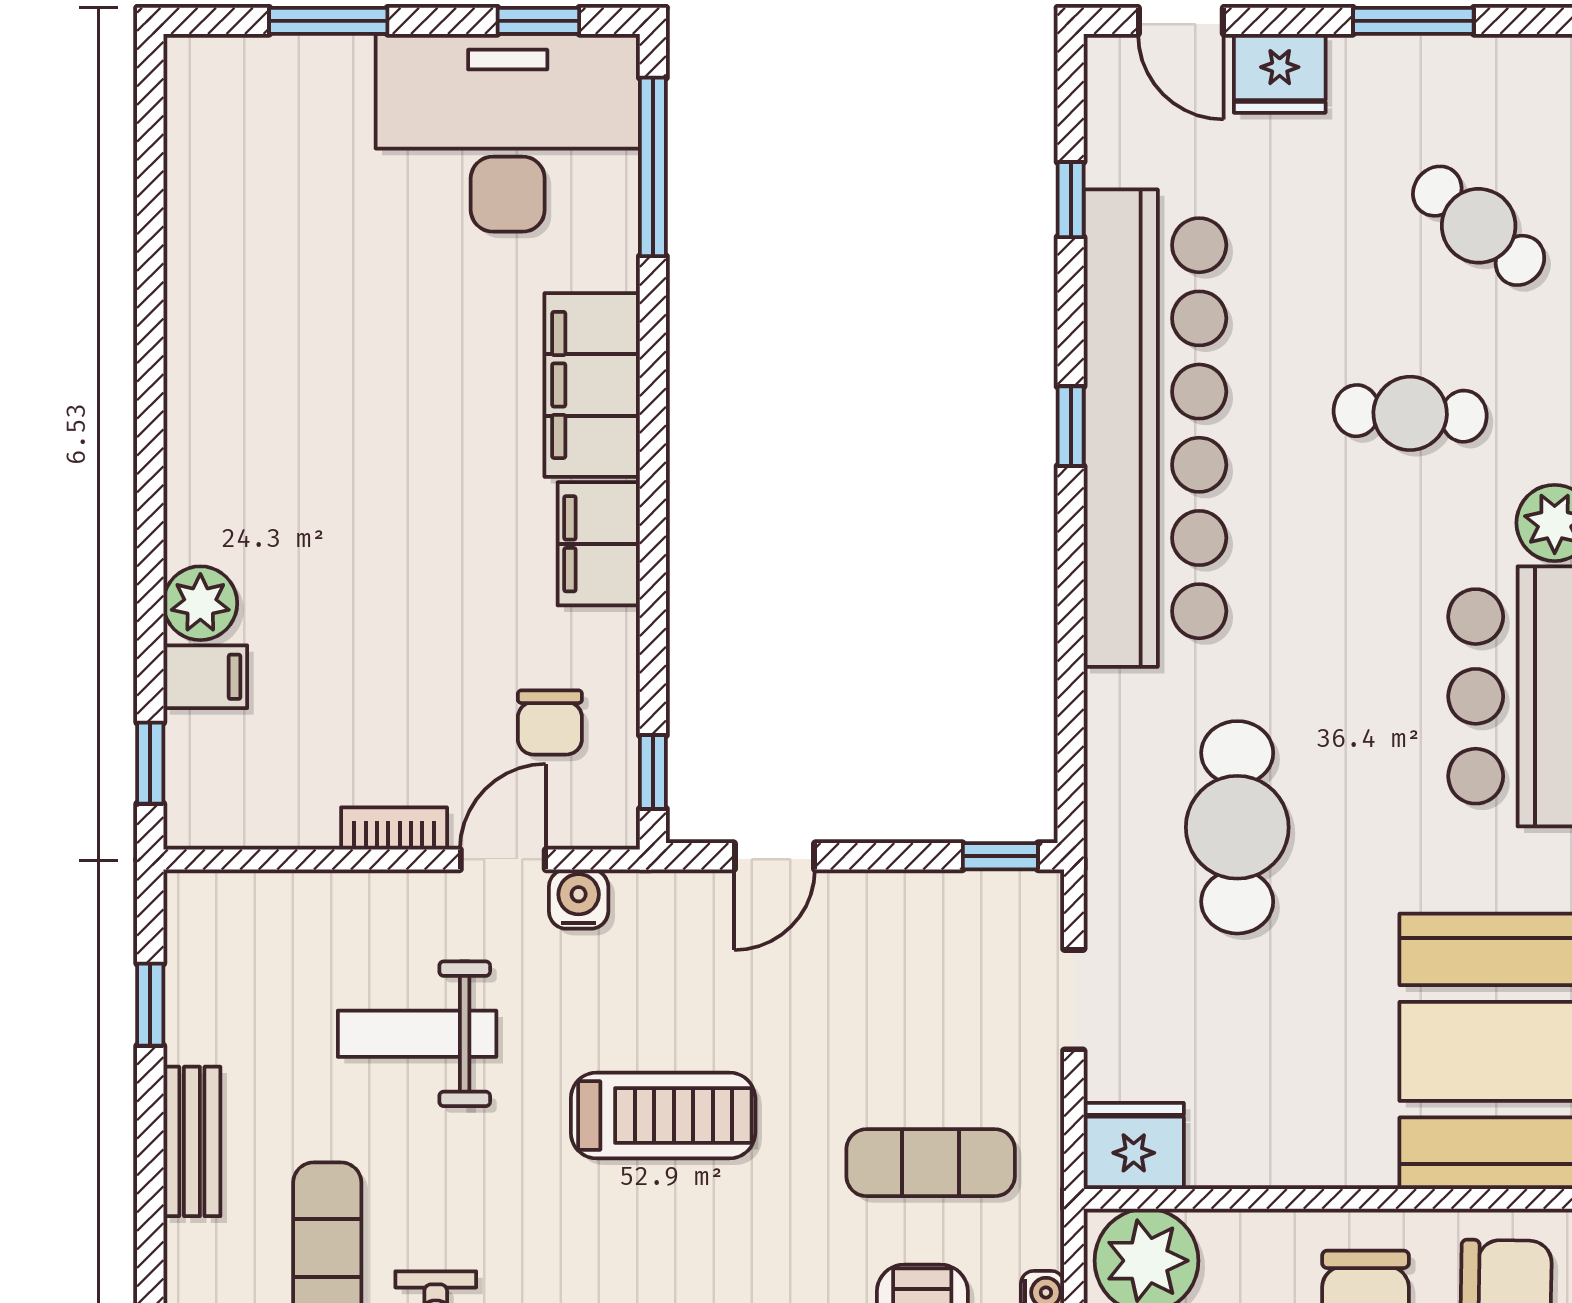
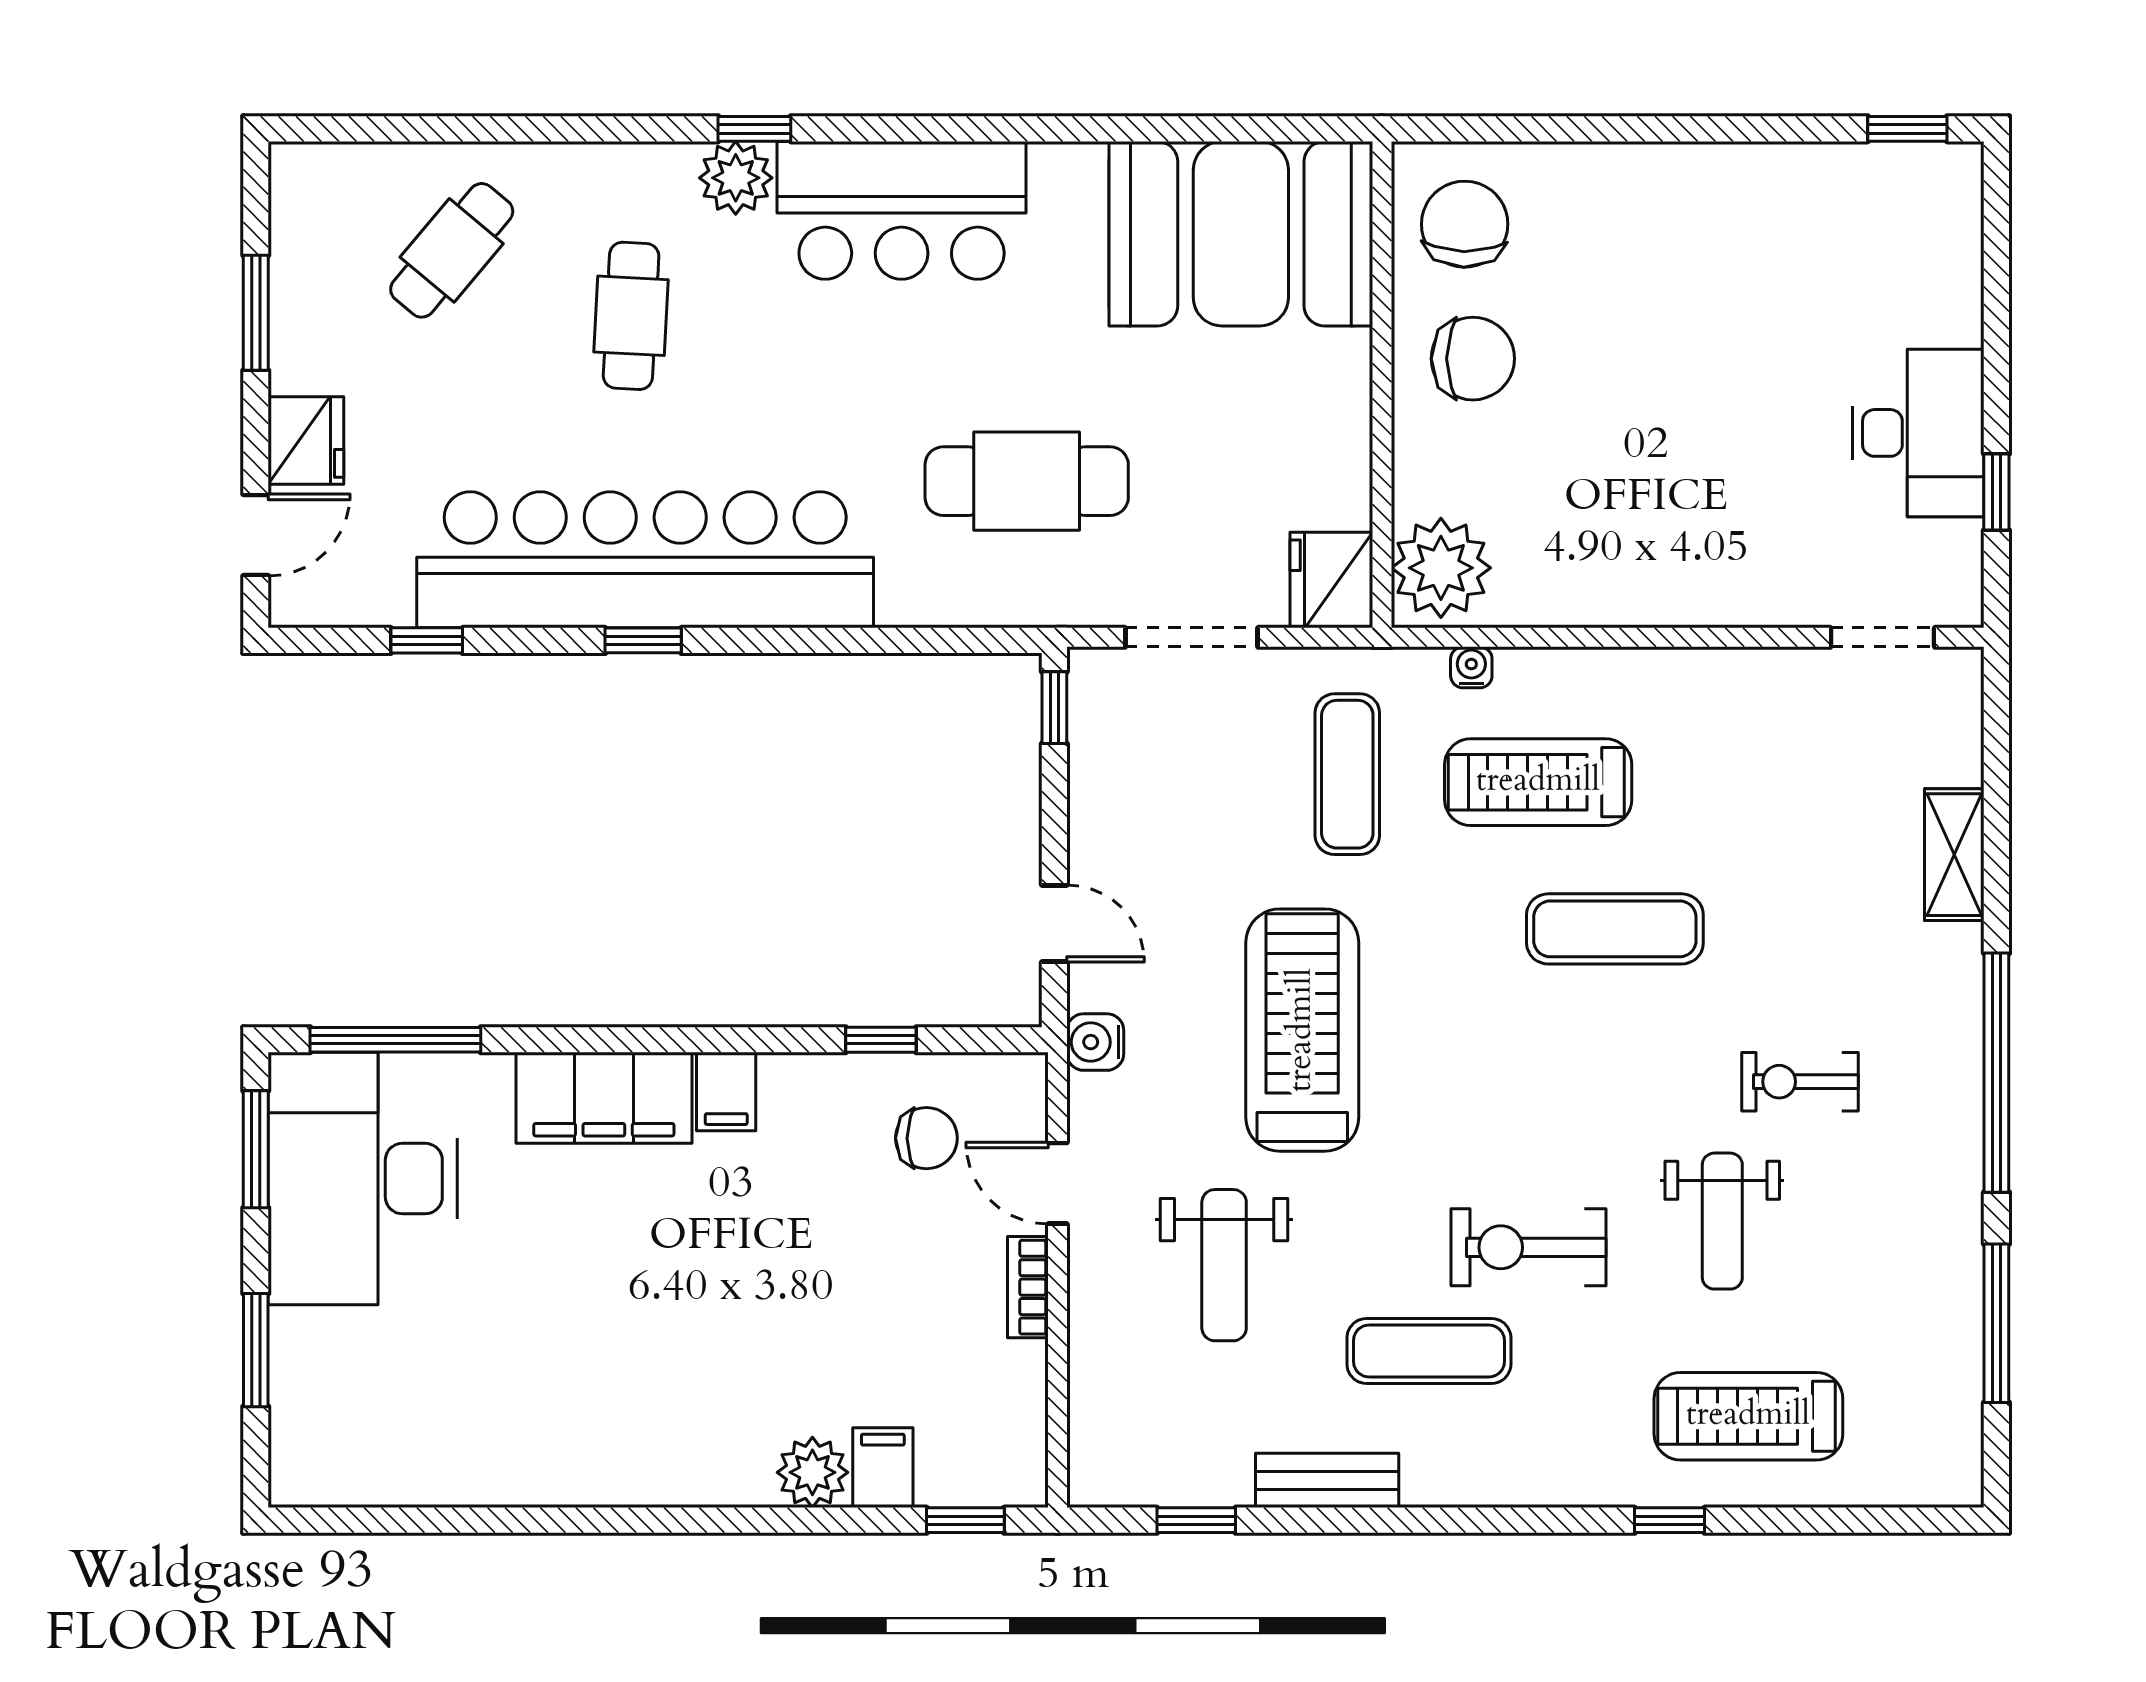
window: (538, 21) -> (256, 1149), width x1.50
filing cabinet: (599, 544) -> (726, 1092), width x0.50
window: (653, 772) -> (881, 1040), moved
water cooler: (579, 899) -> (1095, 1042), moved
doorway: (1074, 1000) -> (1192, 637), width x1.38
treadmill: (663, 1115) -> (1302, 1030), width x1.37, depth x1.38

